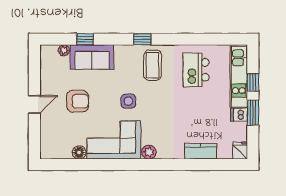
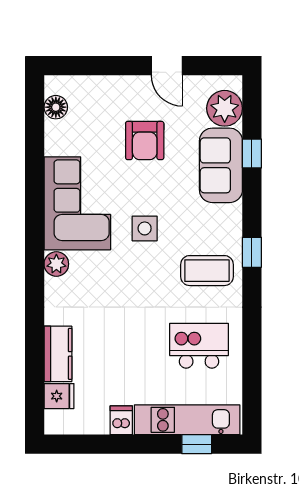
plant: (64, 50) -> (225, 108), width x1.88, depth x1.88
window: (253, 82) -> (197, 444), moved
door: (34, 104) -> (167, 66), moved
window: (253, 113) -> (125, 444), removed
fridge: (240, 151) -> (59, 396), moved
floor lamp: (79, 152) -> (56, 107), moved

